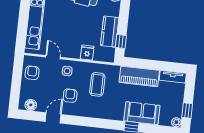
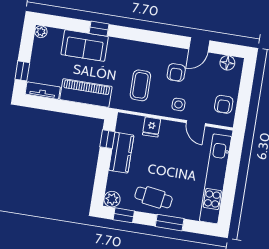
window: (187, 110) -> (22, 71), moved

